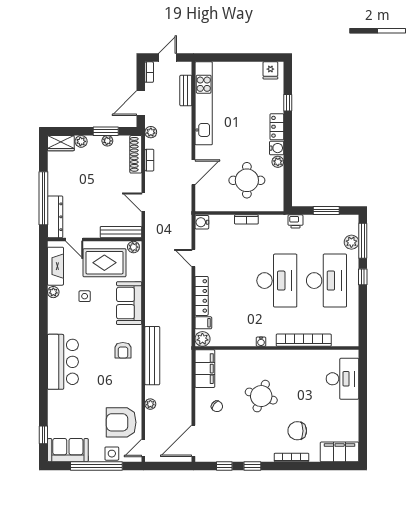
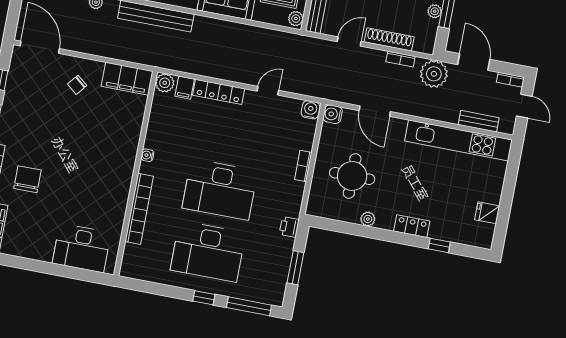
fridge: (270, 70) -> (487, 213), moved
plant: (151, 132) -> (434, 74), width x1.87, depth x1.87
water cooler: (277, 148) -> (333, 114), moved, turned 90
shoe rack: (136, 154) -> (389, 39), moved
plant: (351, 242) -> (250, 292), removed
round table: (261, 396) -> (79, 142), removed

